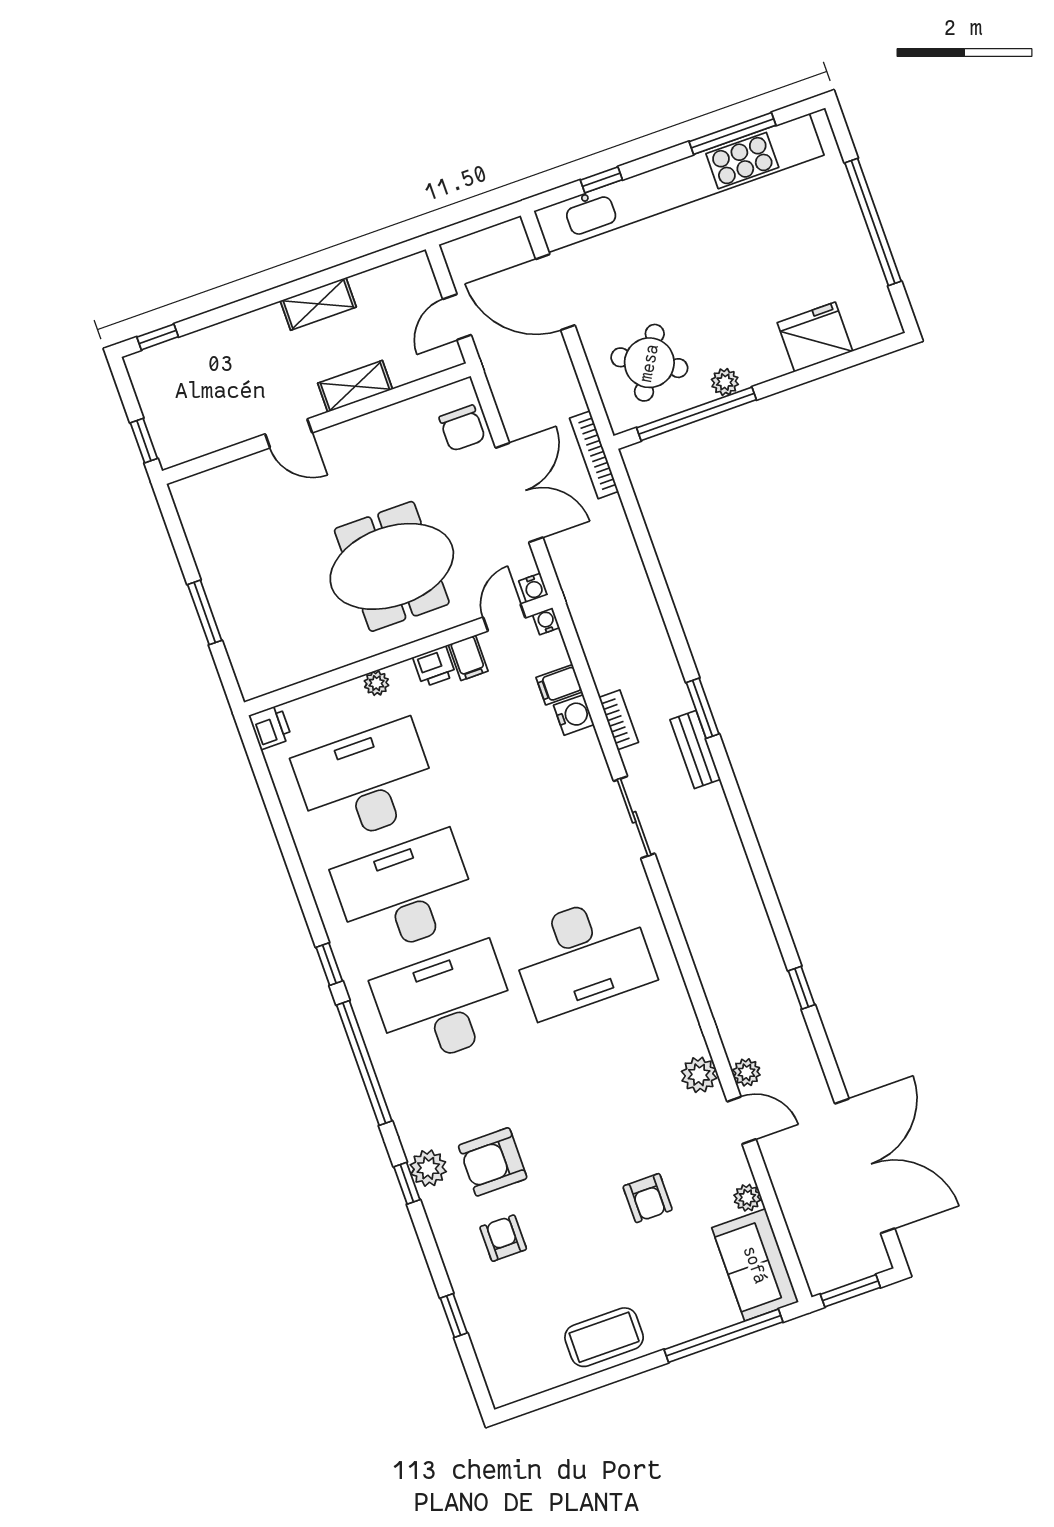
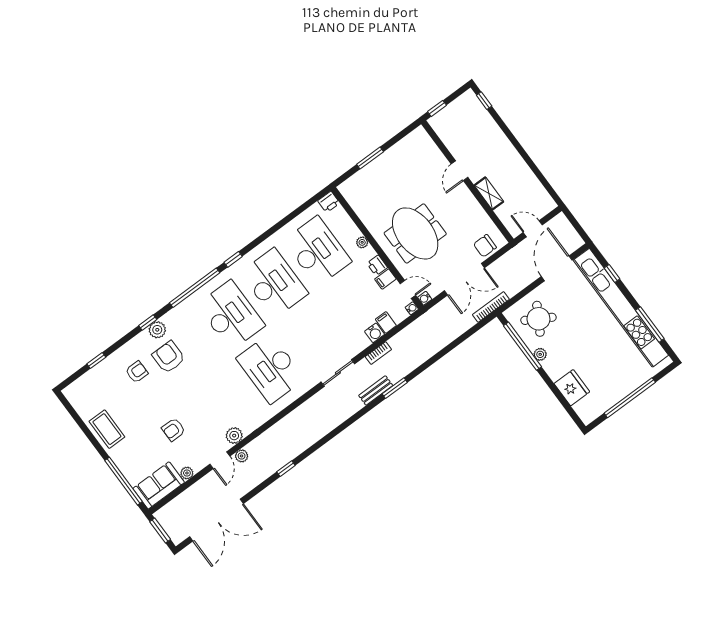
shelving: (318, 304) -> (520, 166), removed

